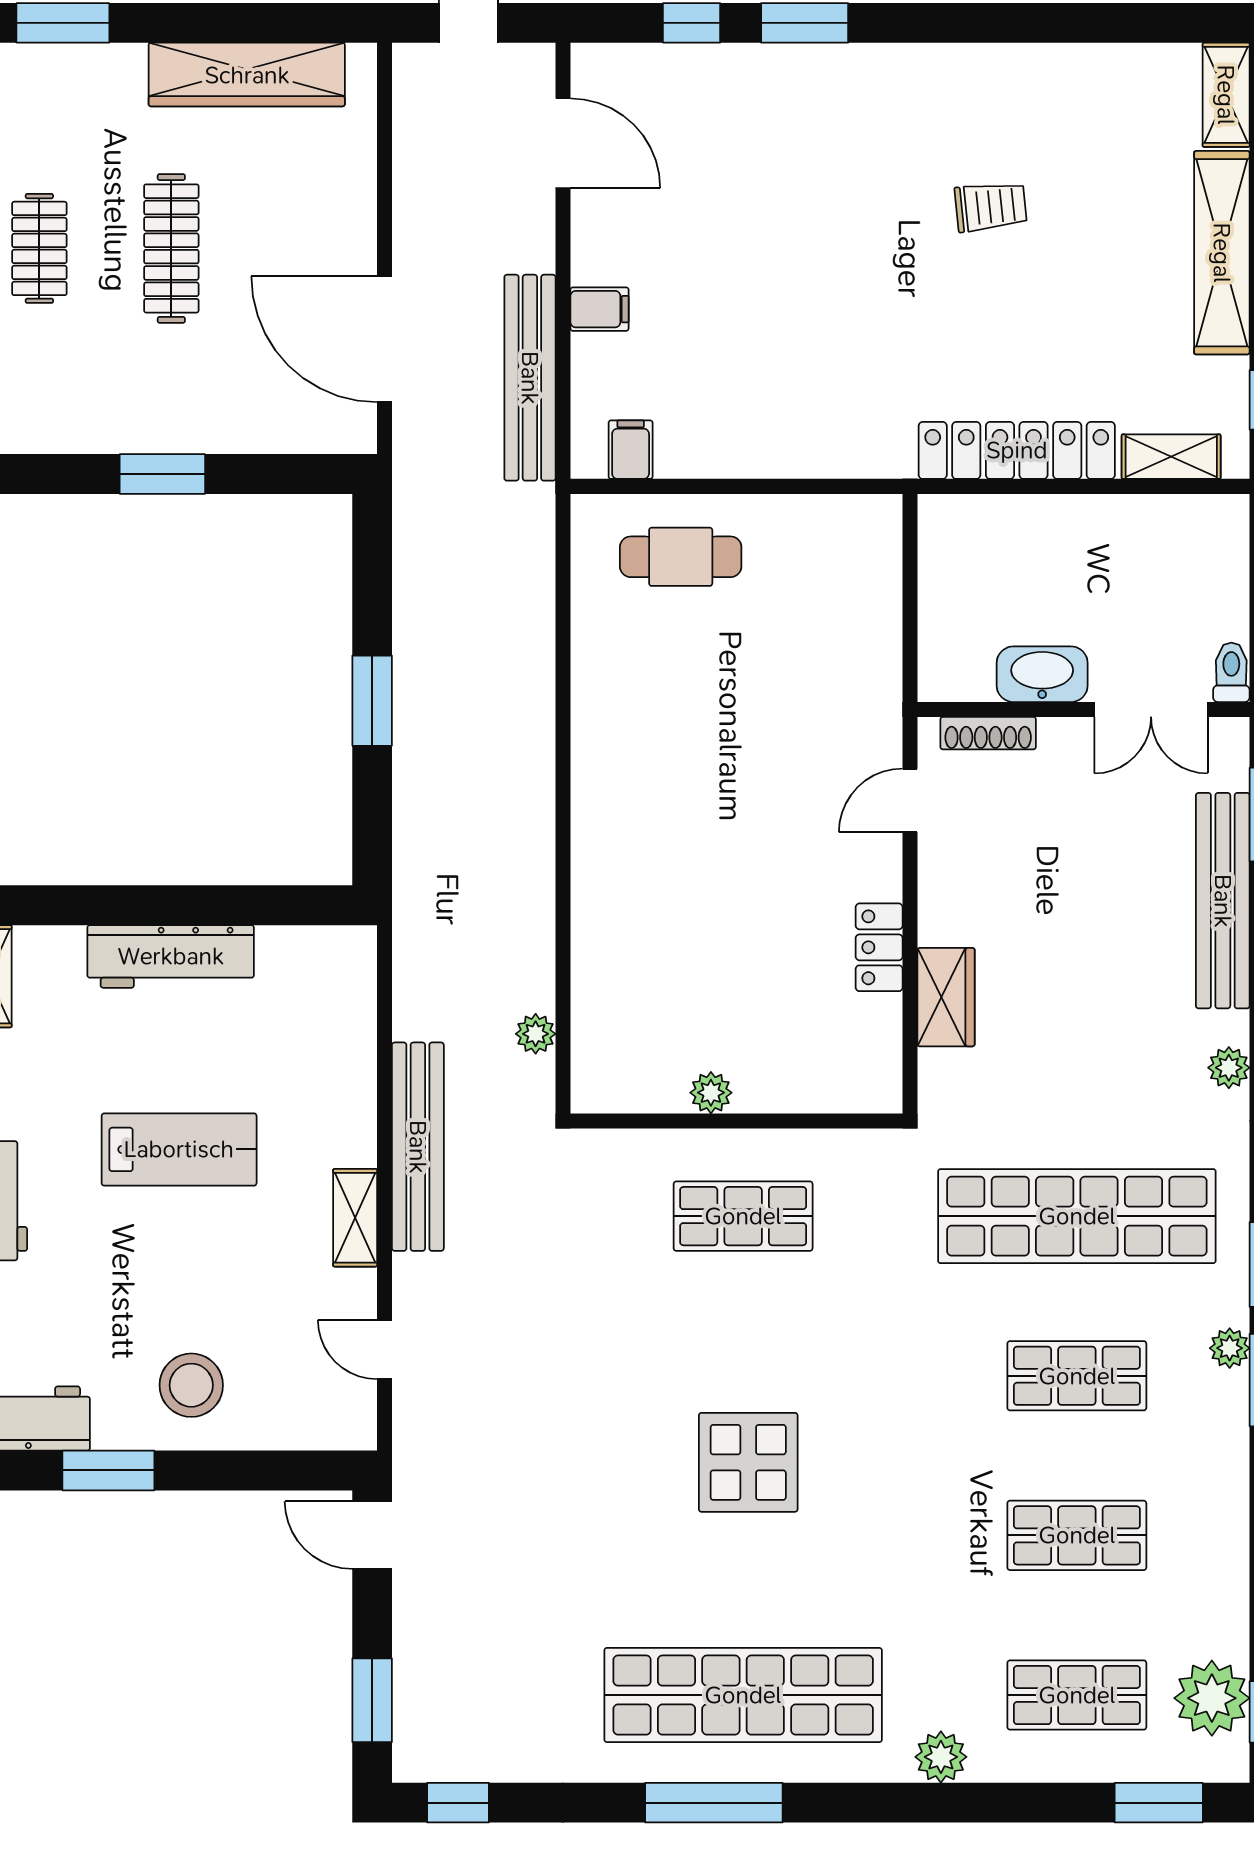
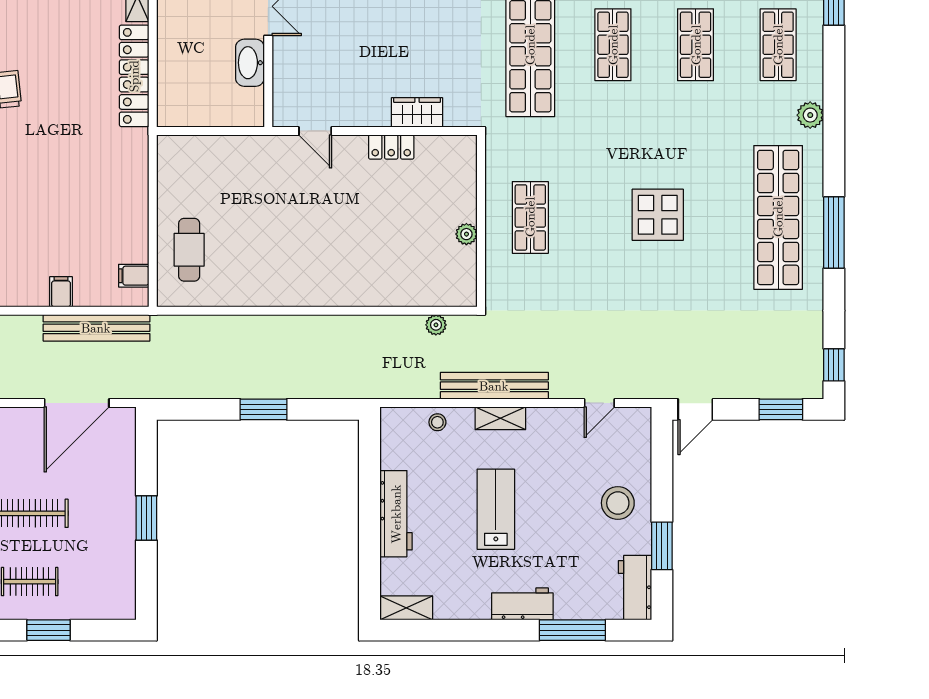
shoe rack: (988, 733) -> (280, 91), removed
stool: (347, 1037) -> (437, 422), added
shelving: (355, 1218) -> (500, 418), moved

